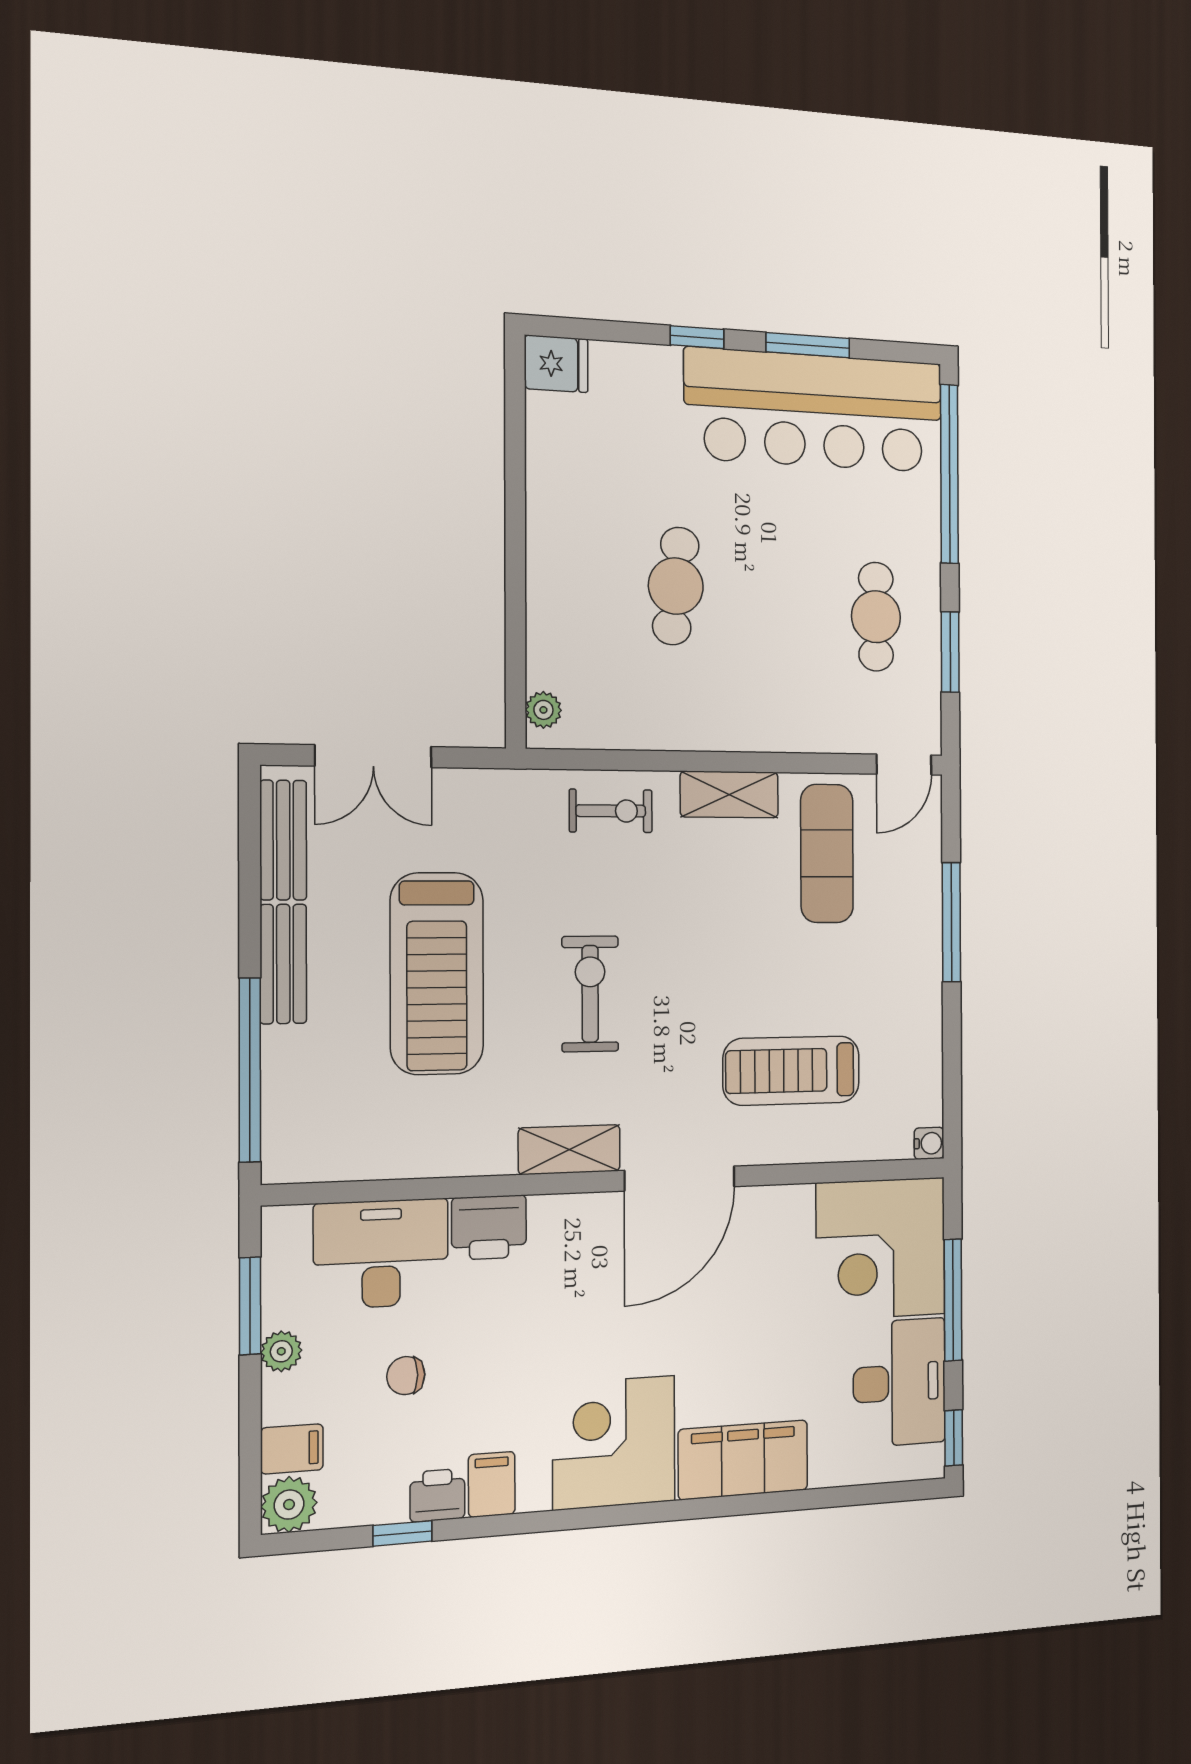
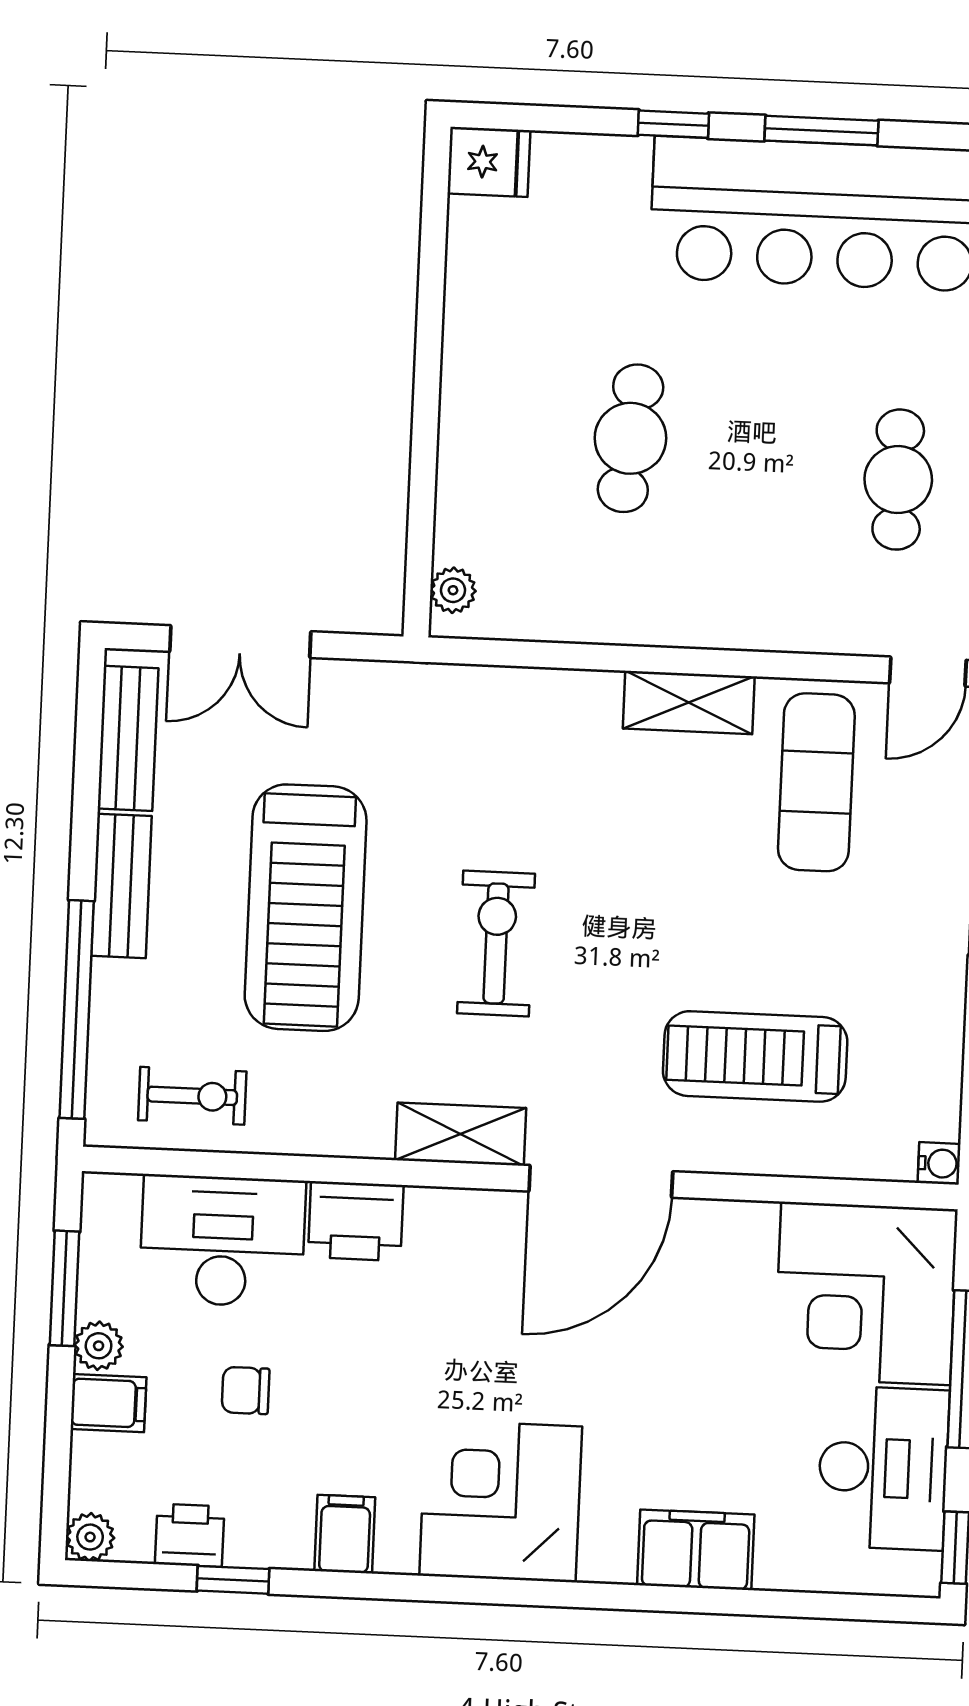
exercise bike: (611, 811) -> (192, 1096), moved
filing cabinet: (292, 1449) -> (108, 1403), moved
filing cabinet: (743, 1460) -> (696, 1550), width x0.67, depth x0.86
printer: (437, 1495) -> (190, 1535), moved
plant: (289, 1505) -> (90, 1537), width x0.73, depth x0.73

